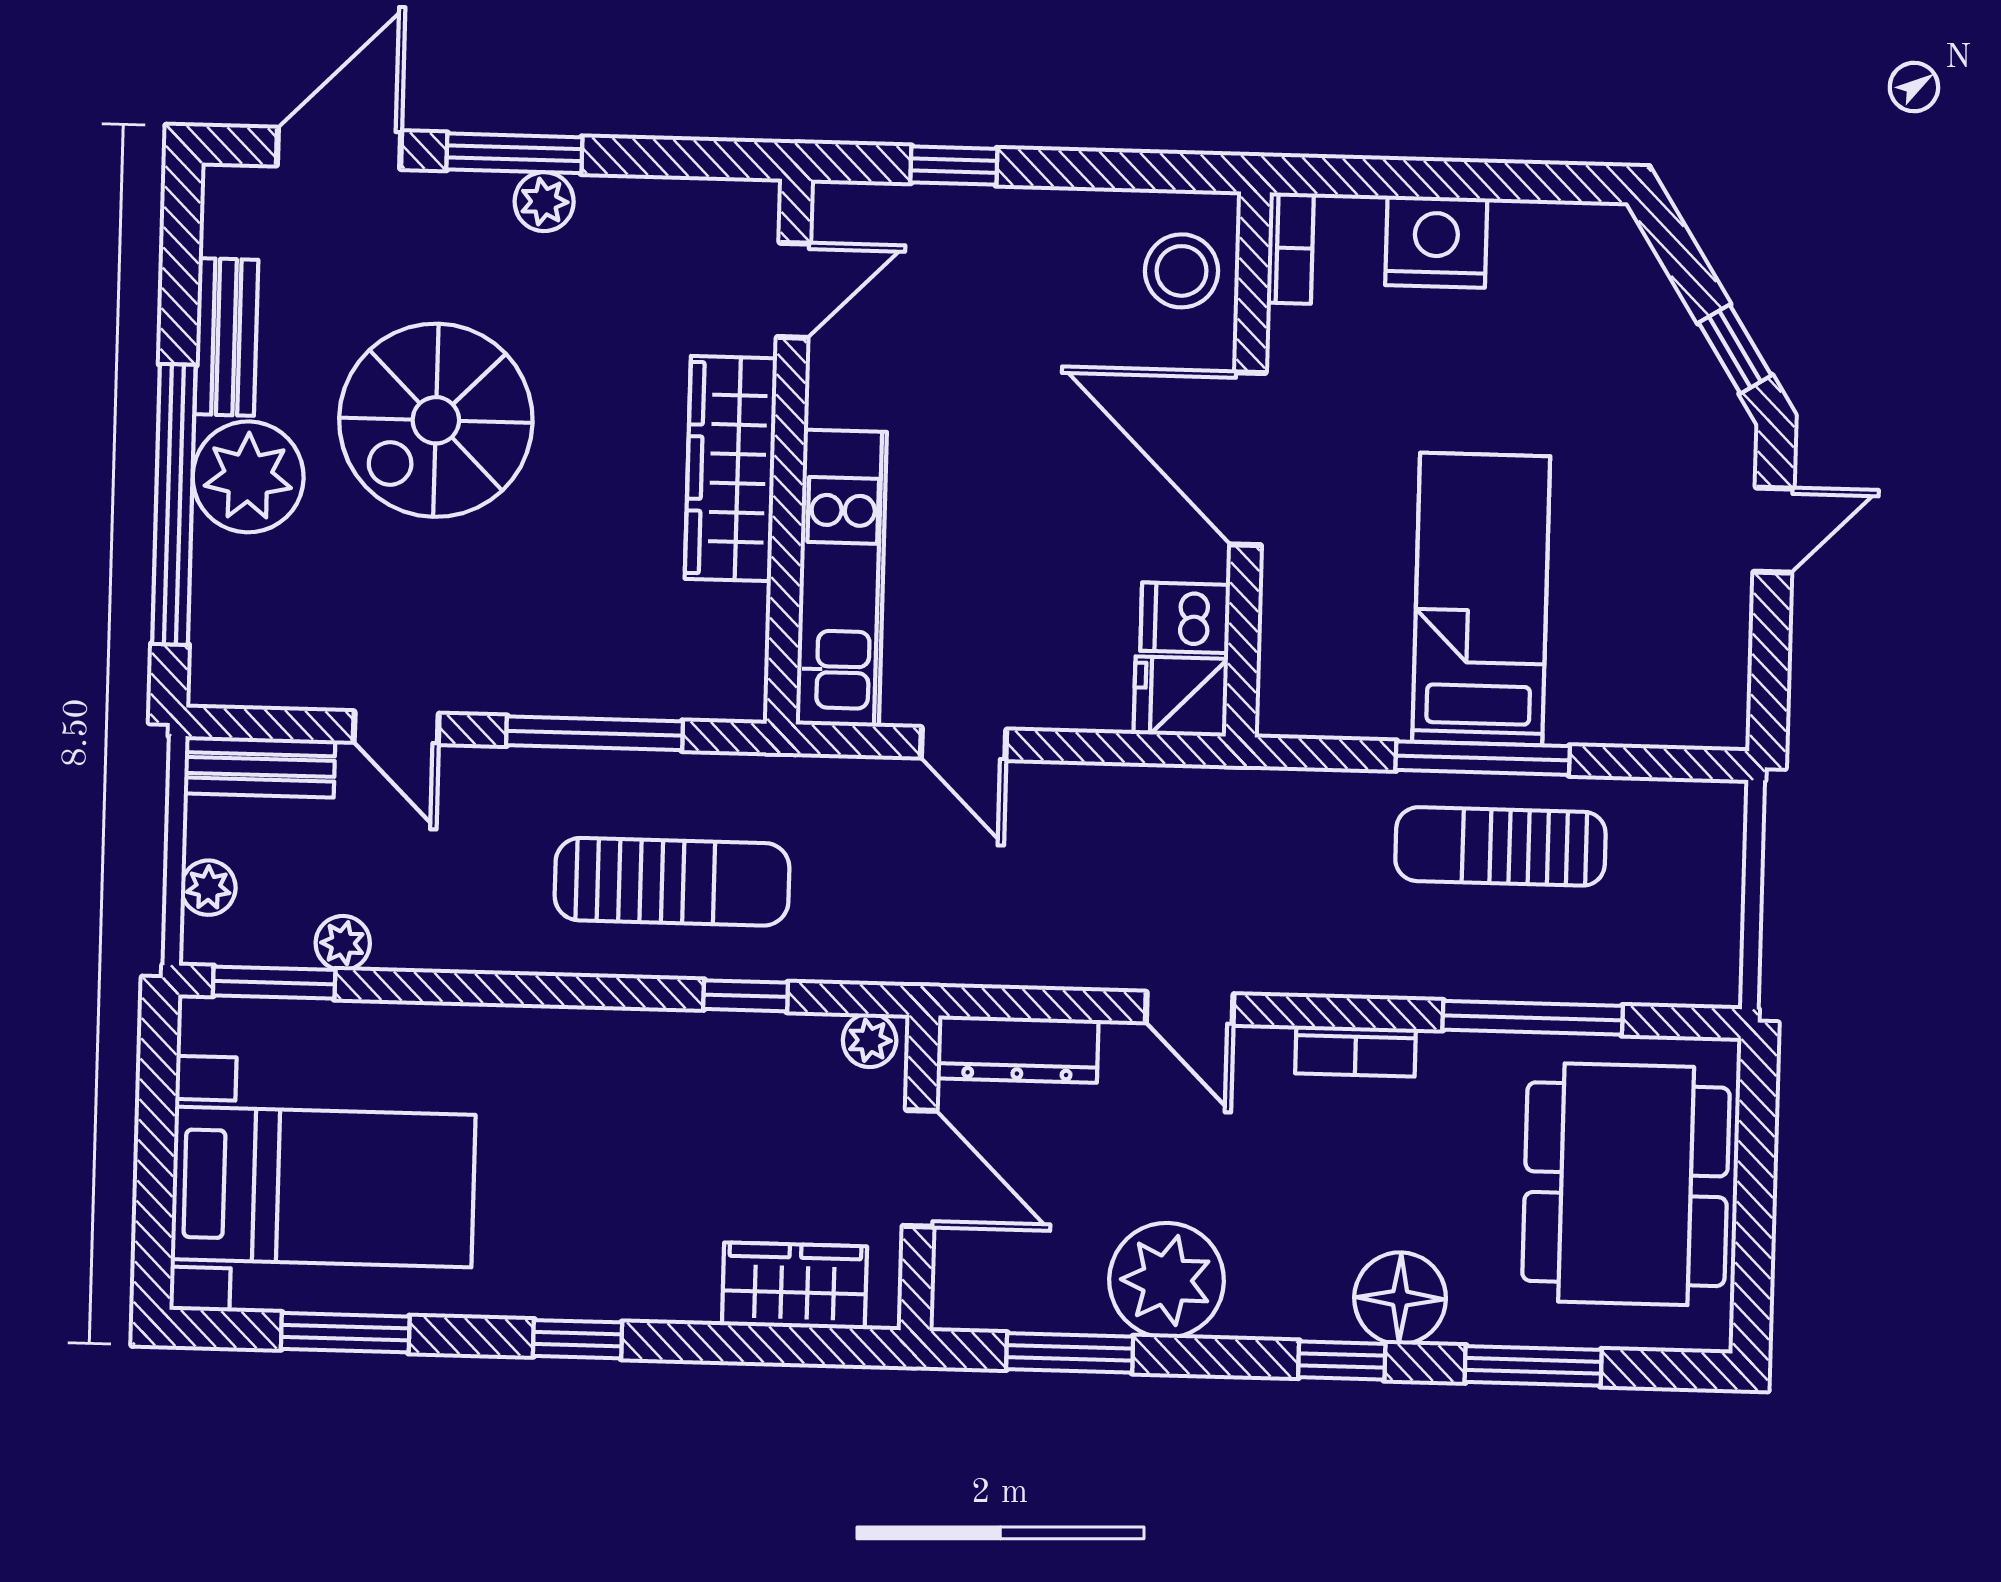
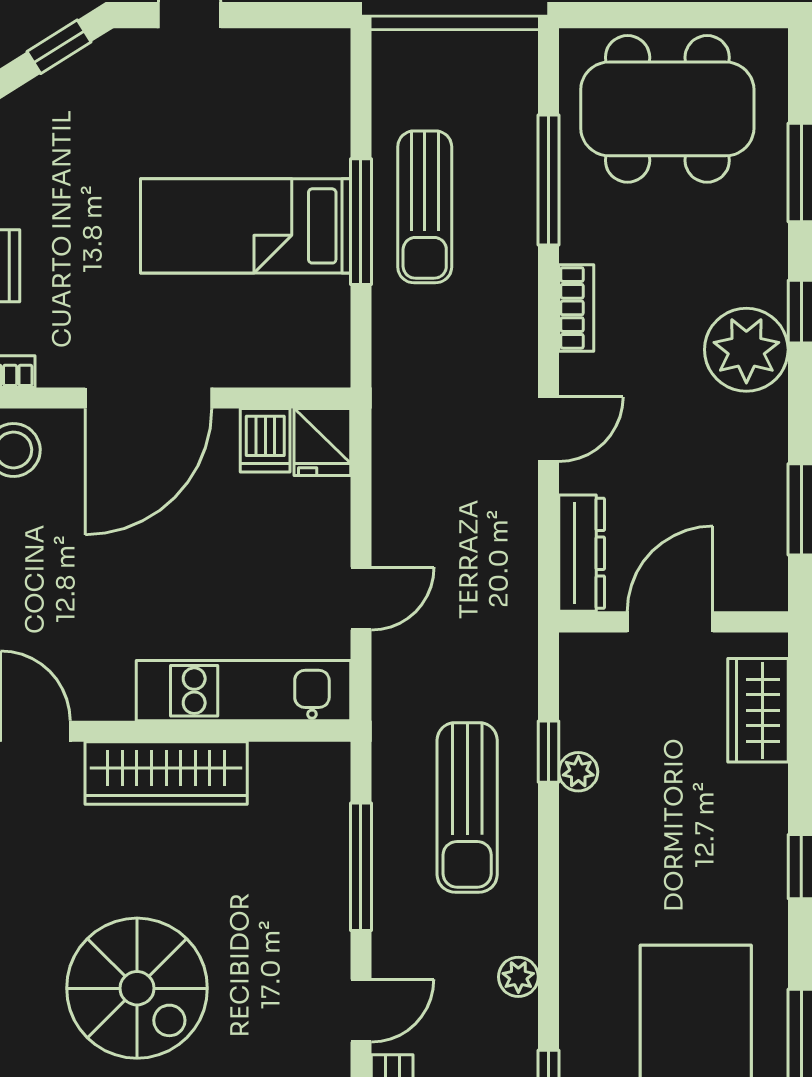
sun lounger: (672, 882) -> (467, 807), turned 180
plant: (343, 943) -> (518, 977), moved
plant: (870, 1040) -> (578, 772), moved
plant: (1167, 1280) -> (746, 350), moved
floor lamp: (1400, 1298) -> (755, 271), removed

